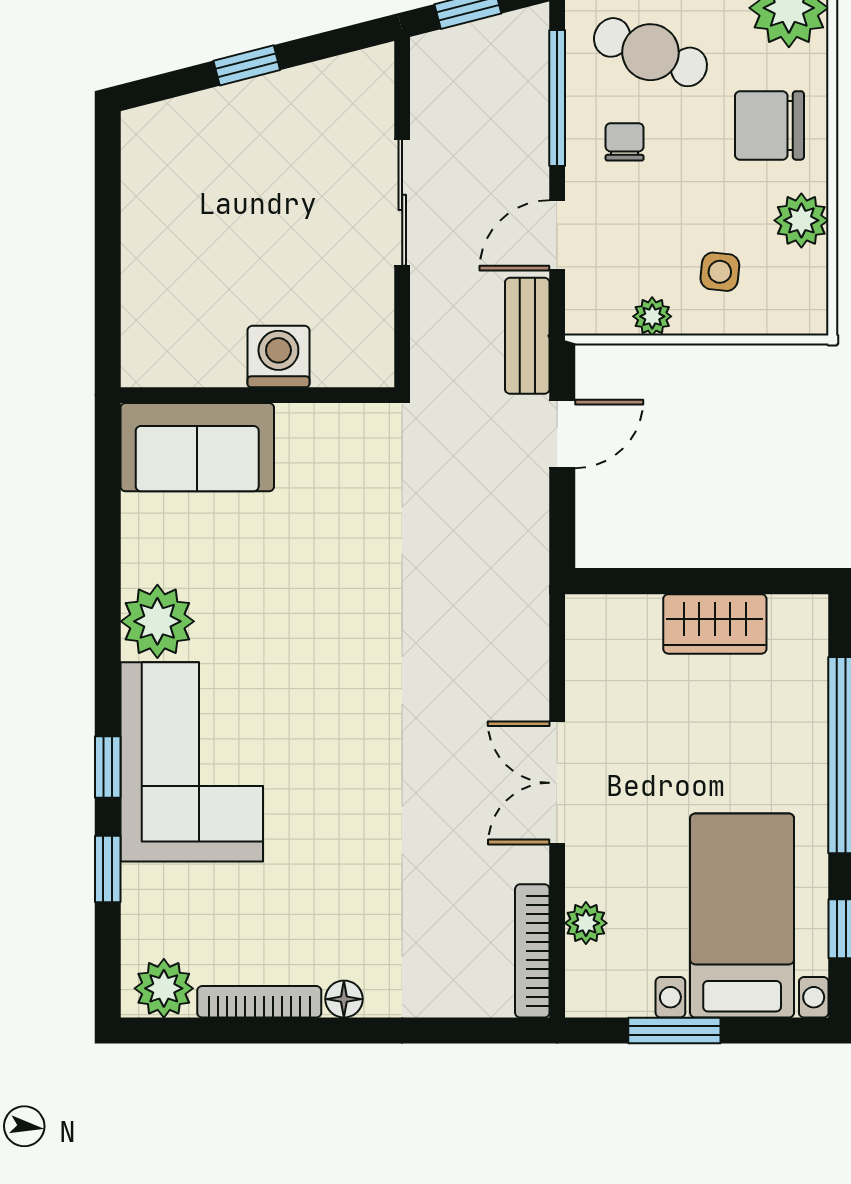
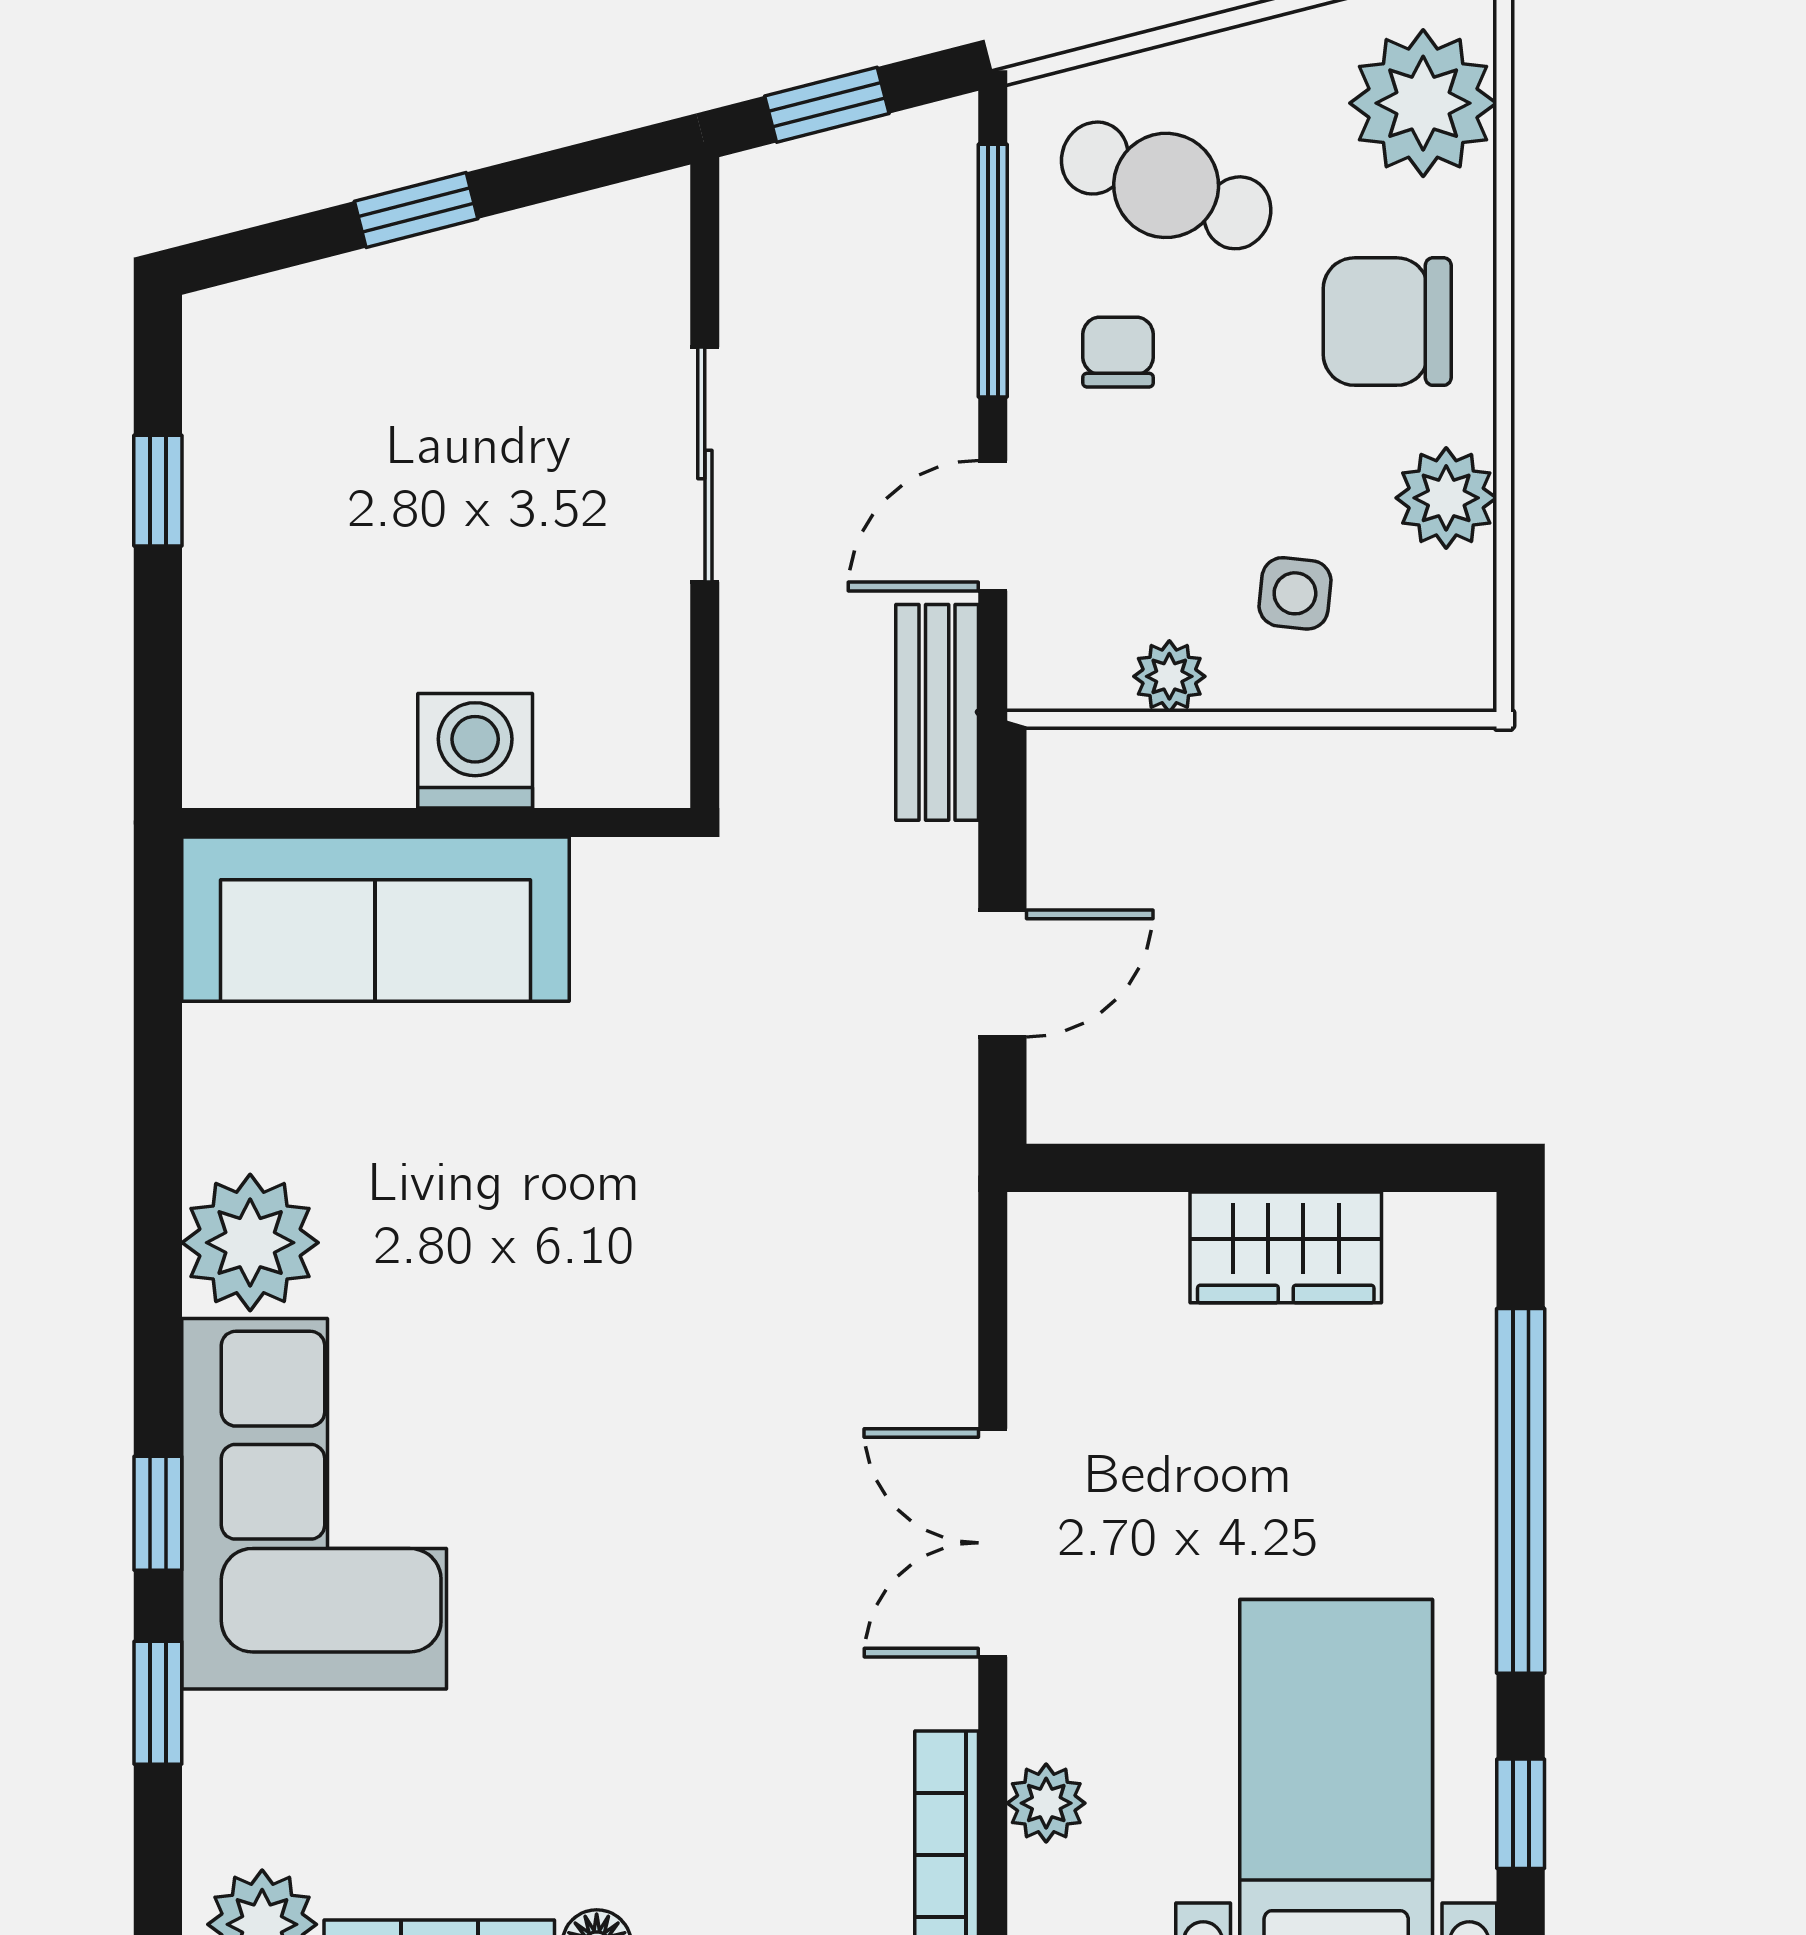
window: (108, 216) -> (158, 491), added
door: (562, 434) -> (1002, 973), moved
sofa: (197, 447) -> (375, 919), width x1.36

